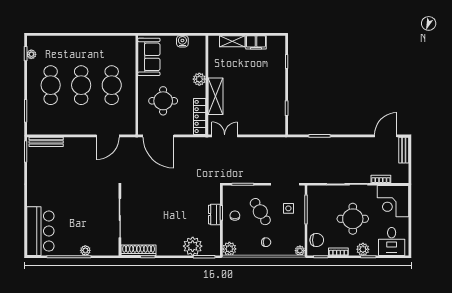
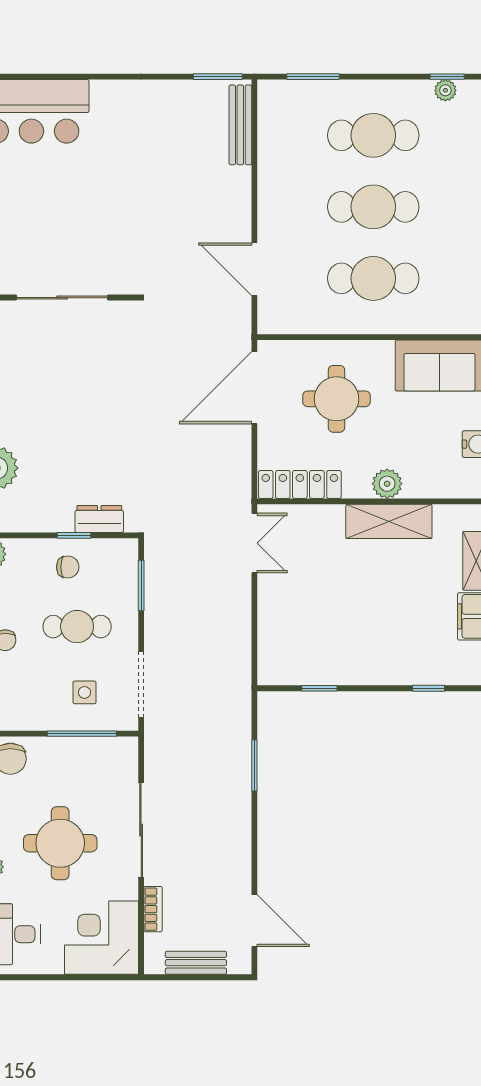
shelving: (215, 96) -> (389, 521), moved
bench: (404, 150) -> (196, 963), moved
cafe table: (260, 212) -> (77, 627), turned 31
dresser: (214, 215) -> (99, 519), moved

